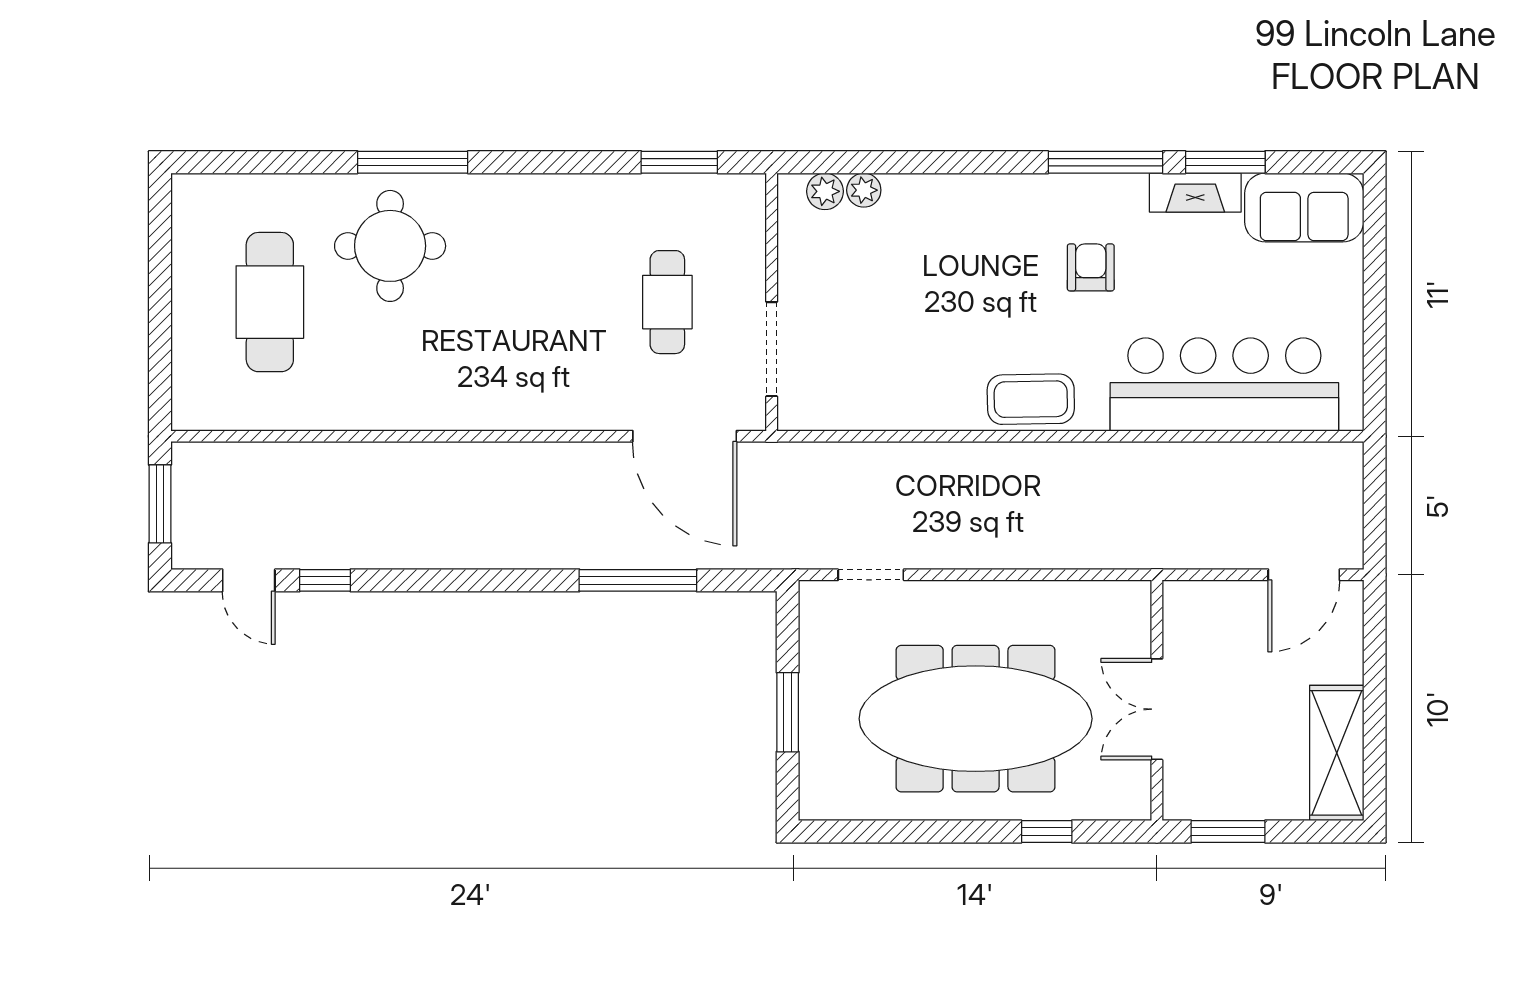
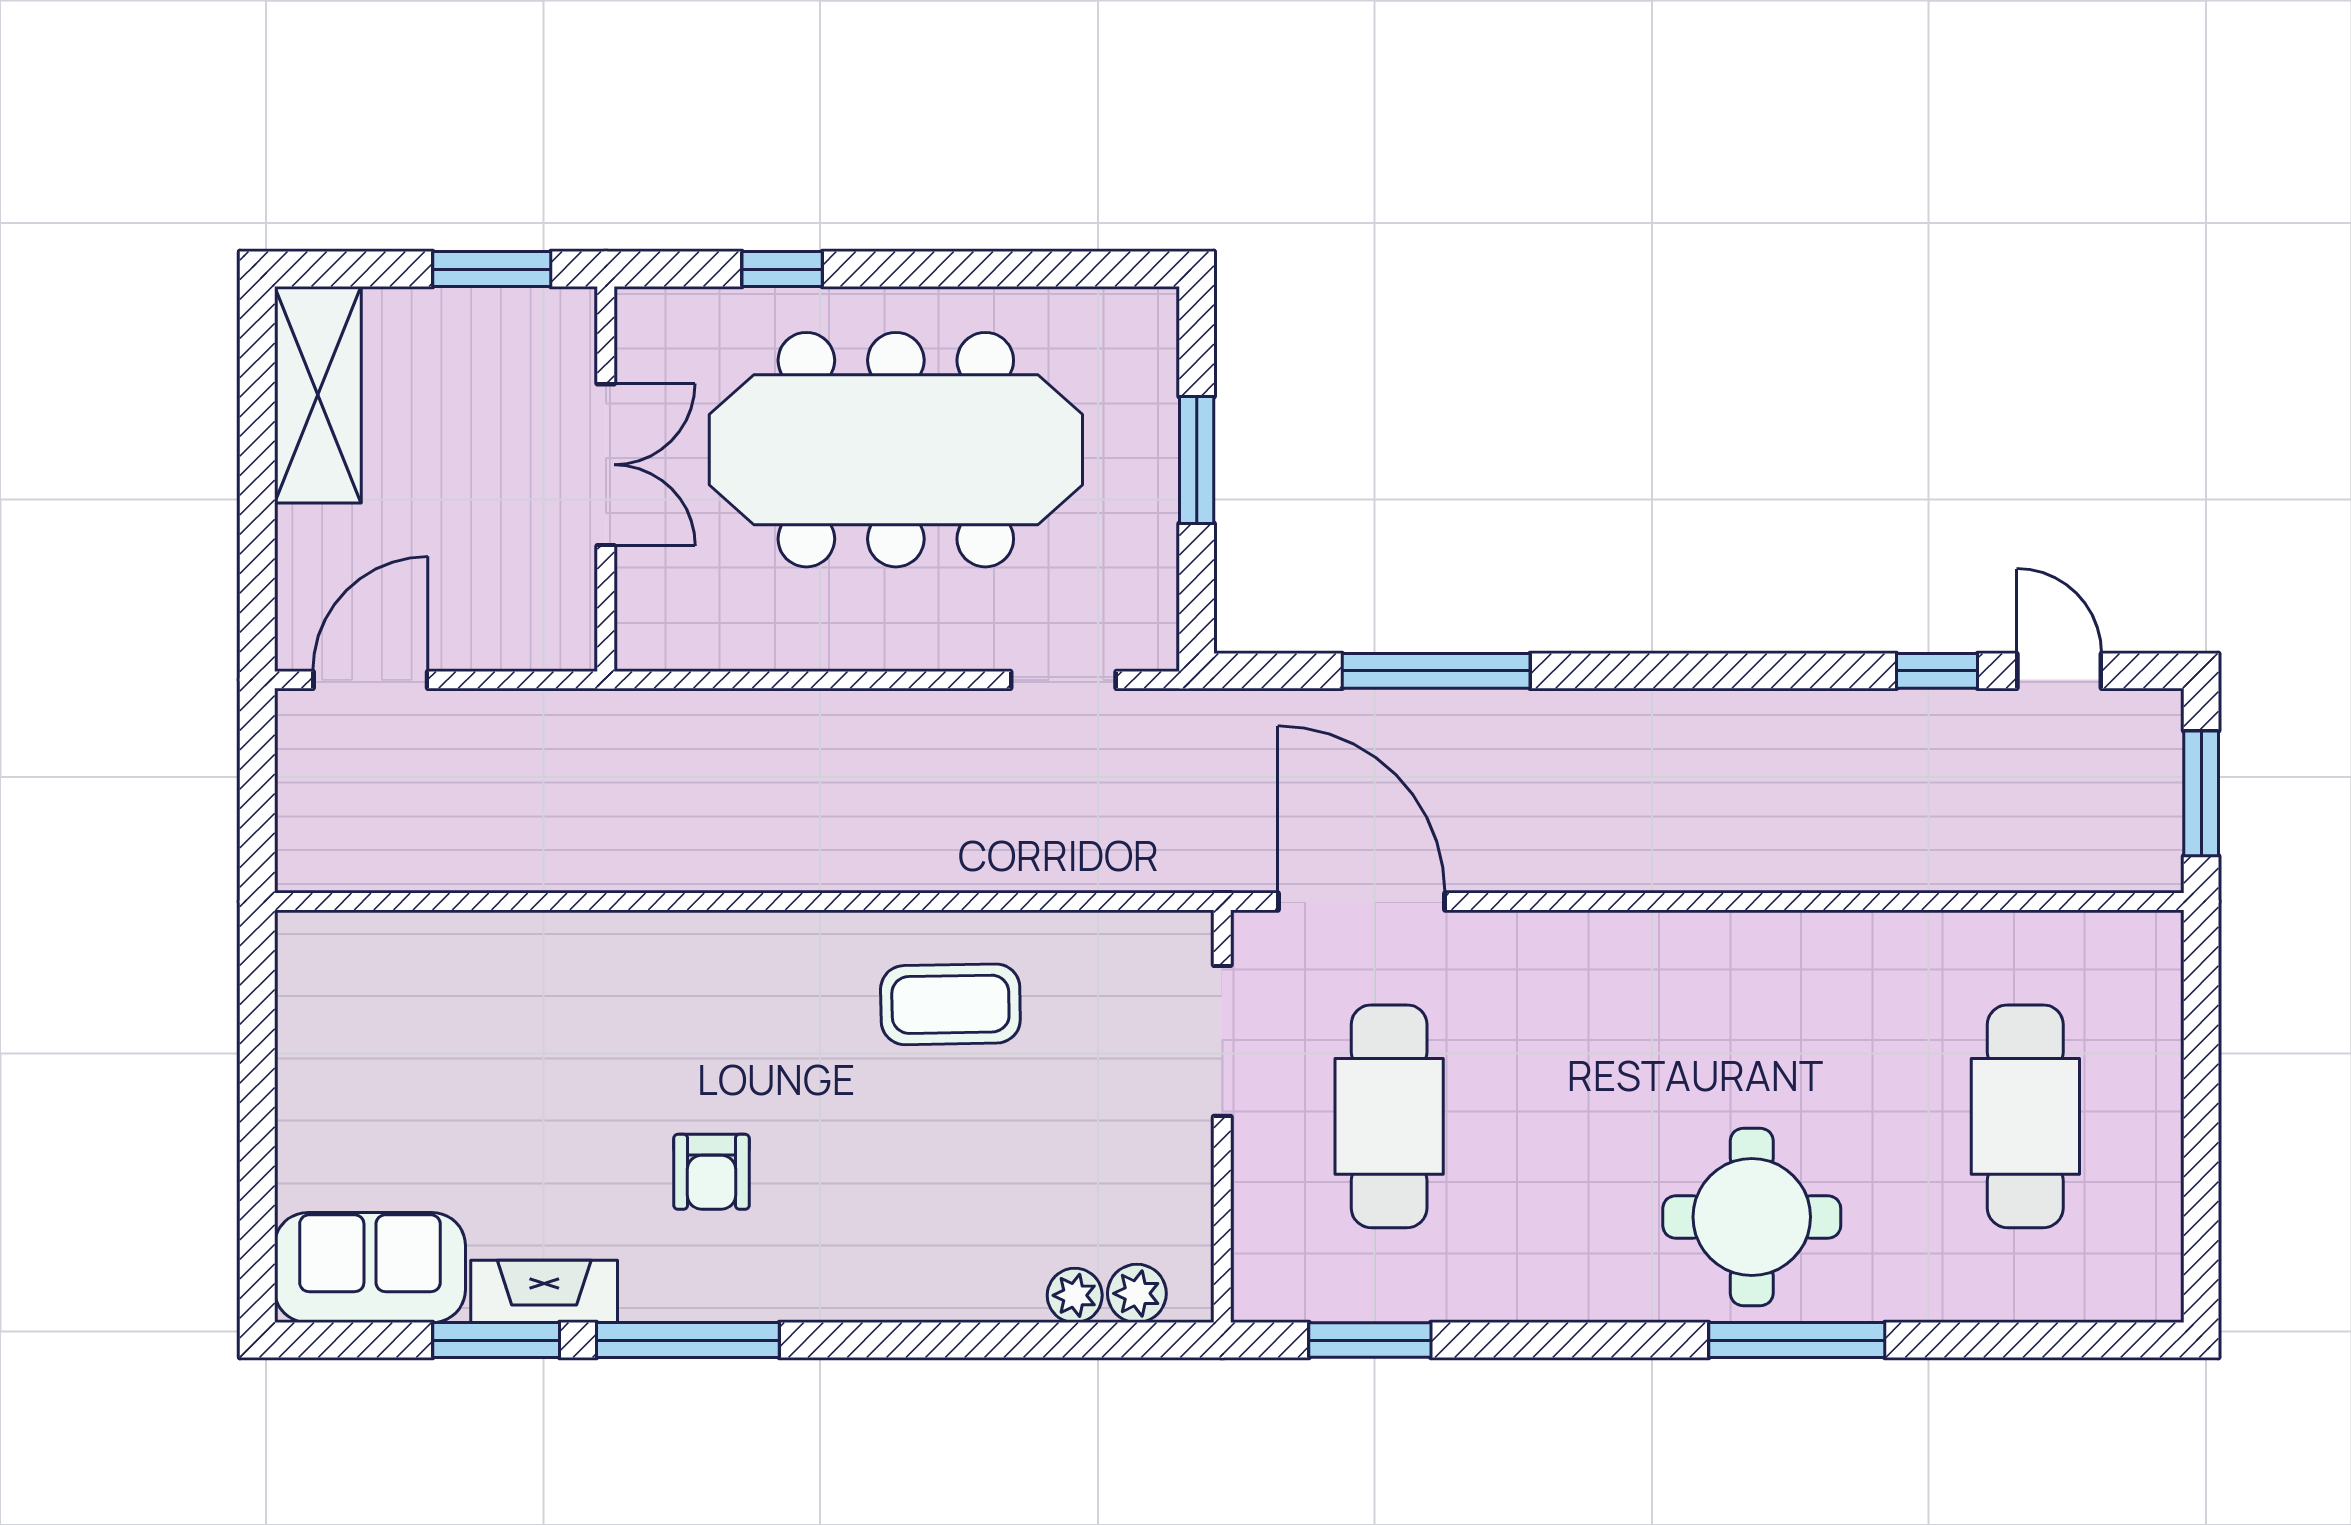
round table: (390, 246) -> (1752, 1217), moved
cafe table: (667, 302) -> (1389, 1116), width x1.37, depth x1.35
bar counter: (1224, 384) -> (498, 984), removed
coffee table: (1031, 399) -> (950, 1004), moved

